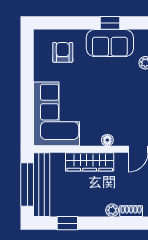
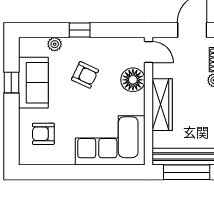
armchair: (117, 91) -> (85, 75), added
floor lamp: (107, 140) -> (133, 80), width x1.89, depth x1.89

